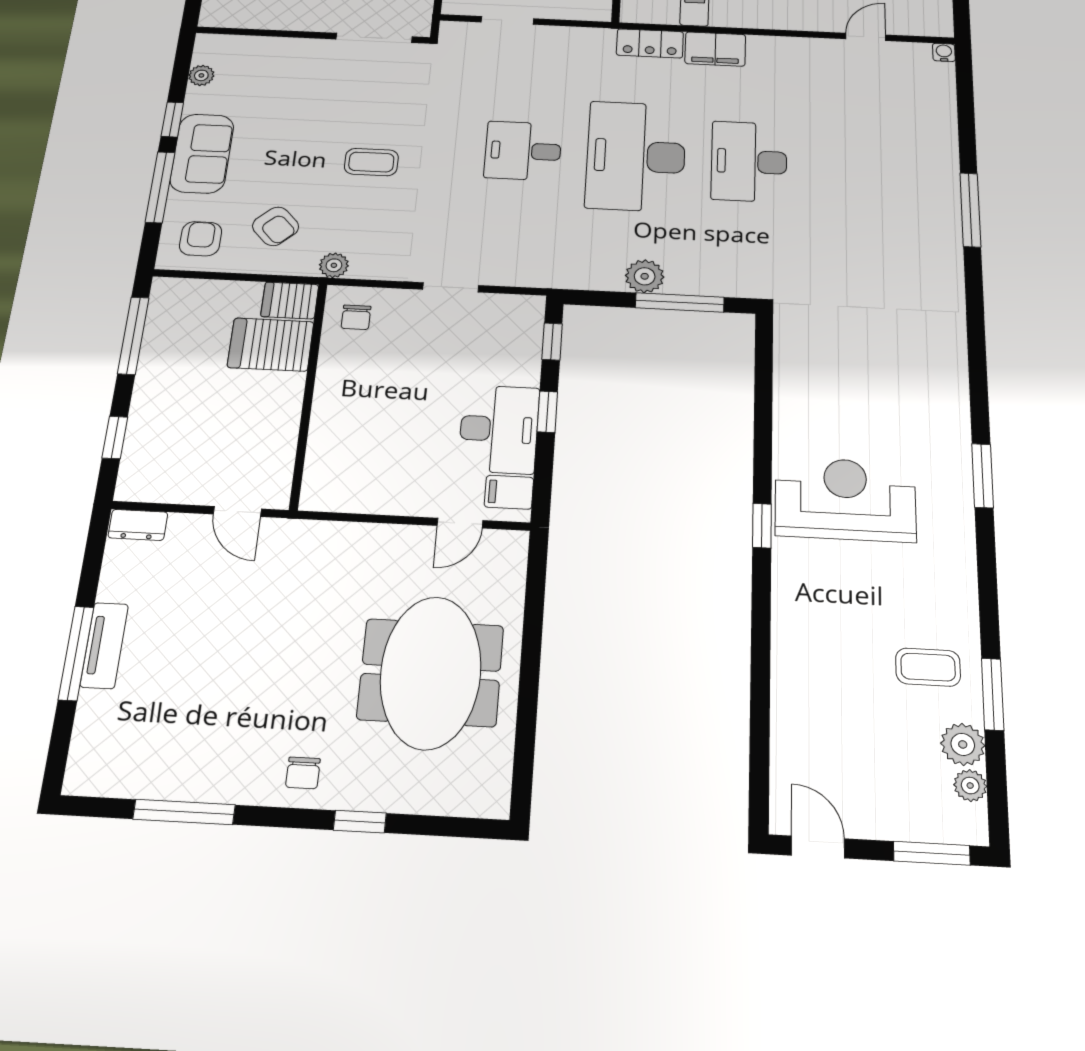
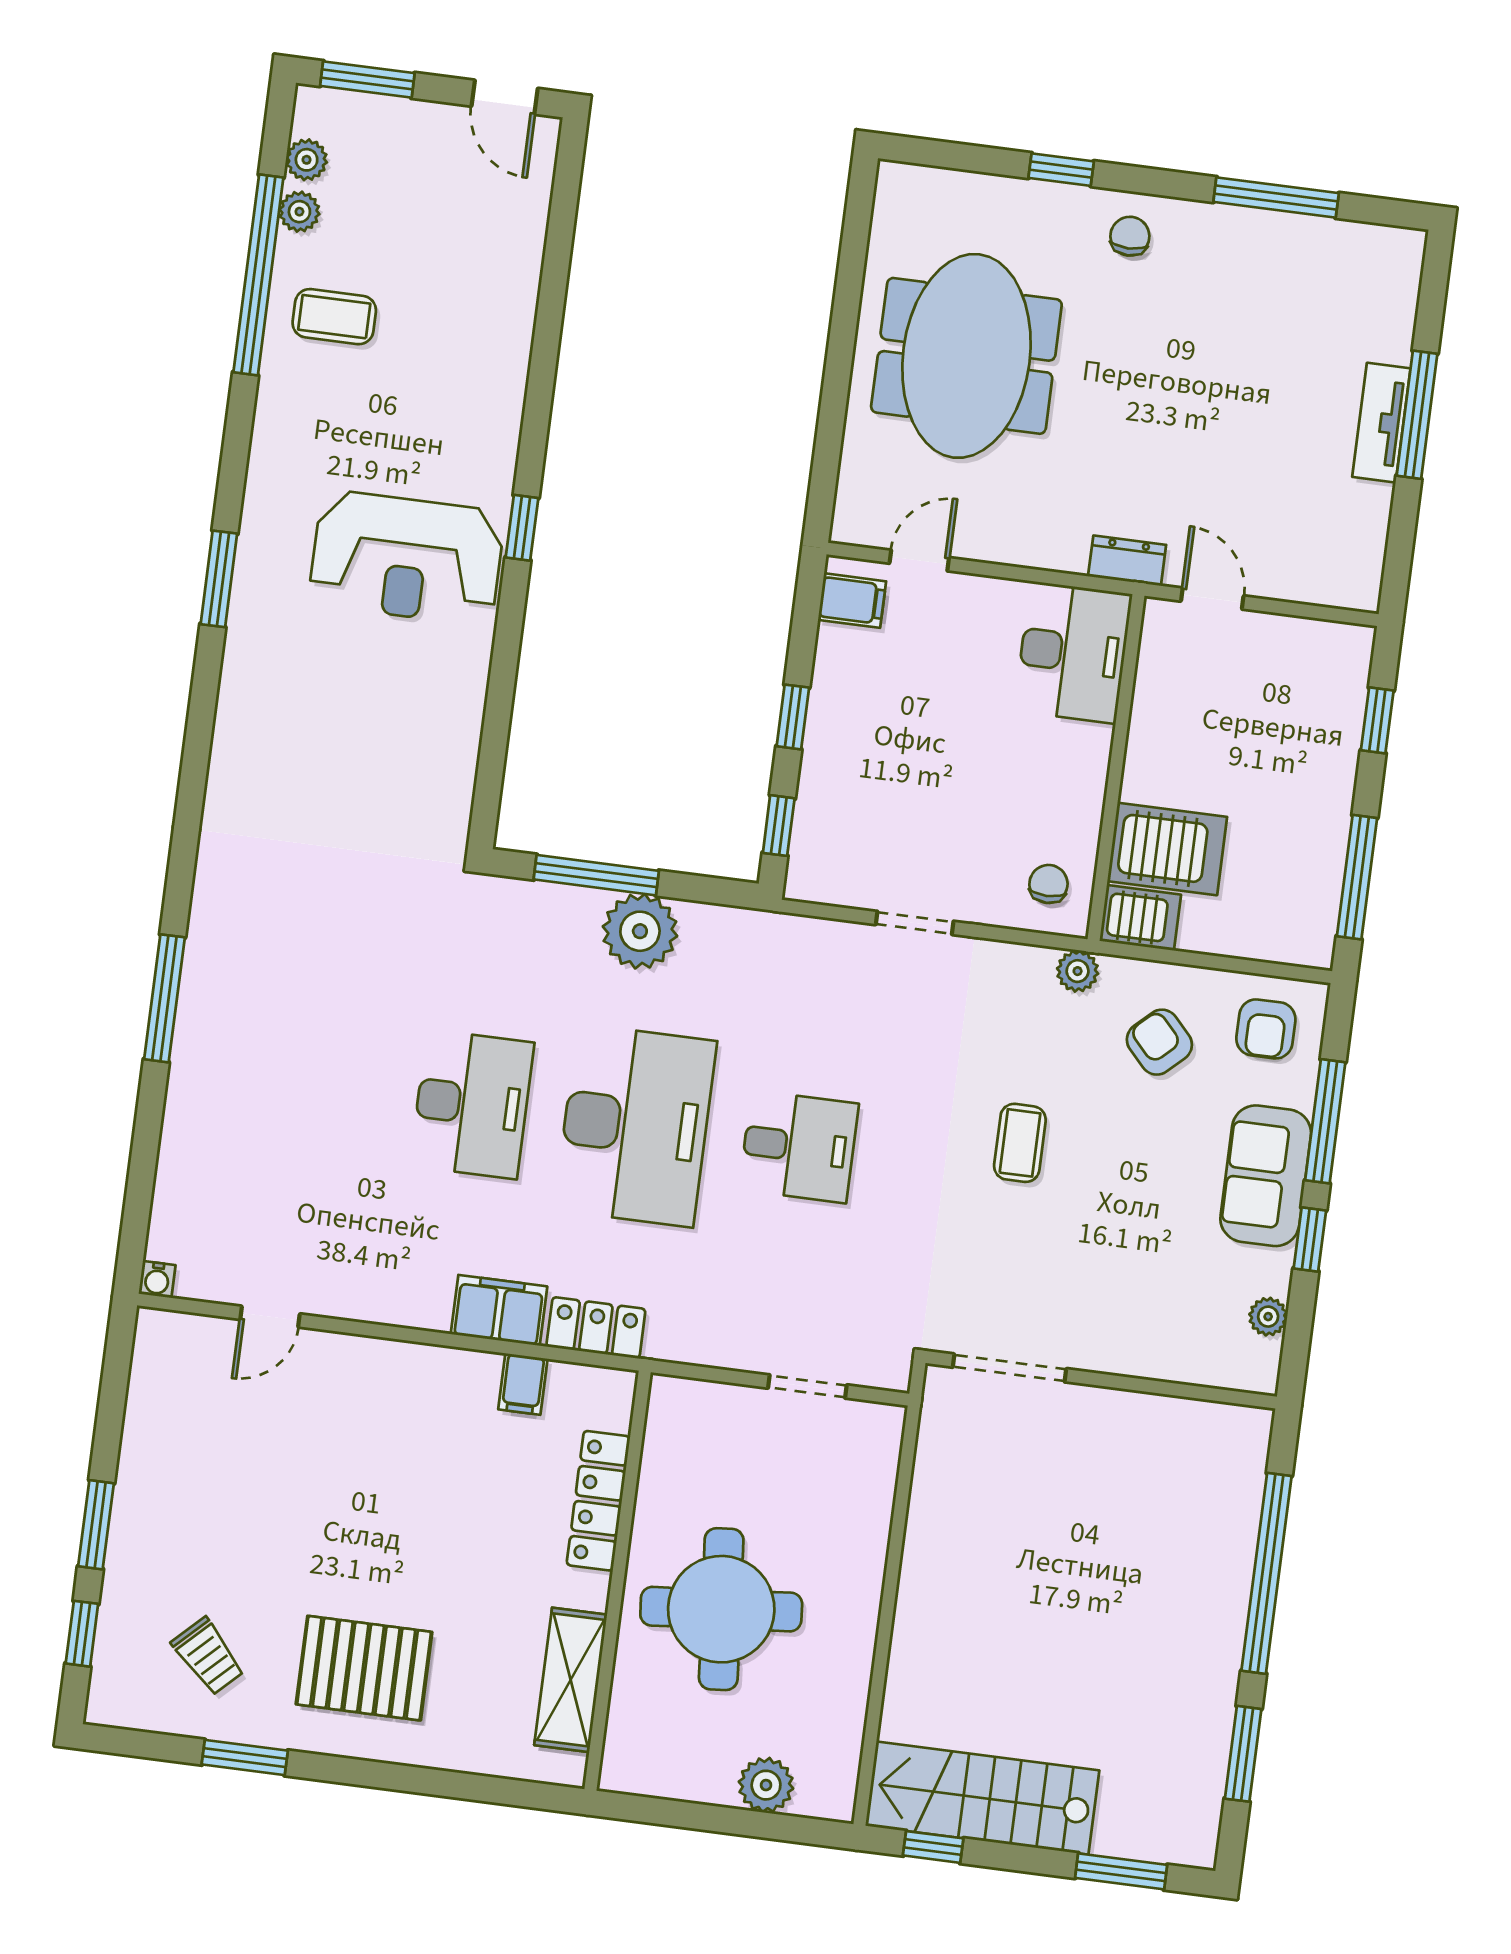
coffee table: (371, 162) -> (1020, 1143), turned 90
plant: (645, 276) -> (640, 931), width x1.36, depth x1.36
desk: (499, 429) -> (1073, 652), moved, turned 180
dresser: (138, 525) -> (1127, 561), moved
window: (993, 694) -> (258, 275), width x2.11
plant: (963, 744) -> (299, 212), width x0.73, depth x0.73

